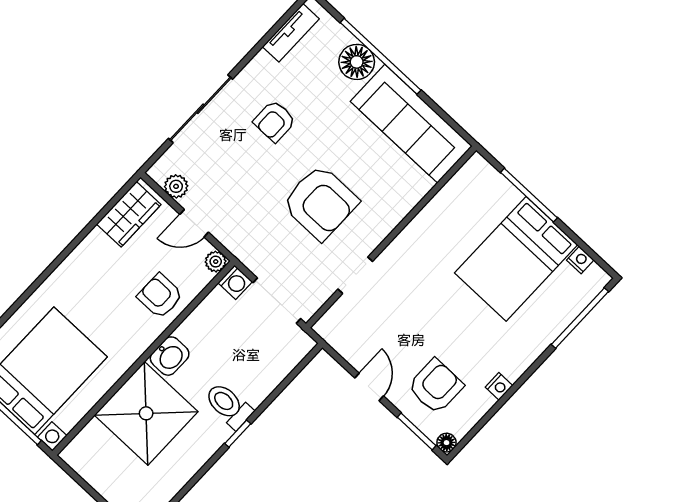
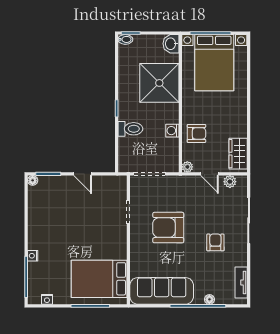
floor lamp: (357, 62) -> (209, 299), width x0.53, depth x0.53
door: (194, 223) -> (210, 174), swing flipped
bed: (516, 259) -> (99, 279), moved, turned -90
washing machine: (235, 282) -> (172, 131), moved
washbasin: (170, 356) -> (171, 44), moved
armchair: (436, 386) -> (57, 198), removed
nightstand: (499, 386) -> (33, 256), moved
toilet: (228, 405) -> (130, 129), moved

